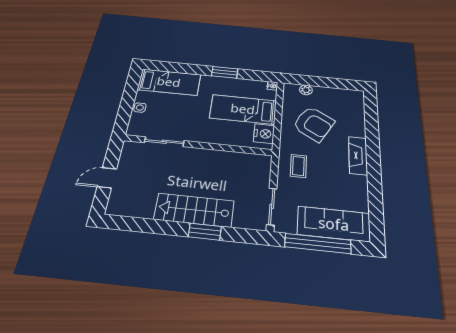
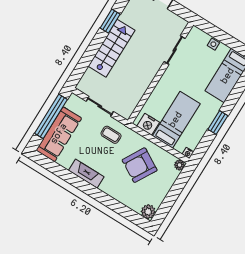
plant: (306, 90) -> (179, 165), moved
plant: (356, 97) -> (148, 212), added
fireplace: (358, 156) -> (86, 174), moved
sliding door: (272, 206) -> (100, 106), moved
window: (205, 232) -> (110, 21), moved

